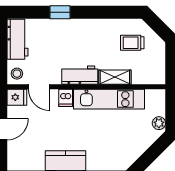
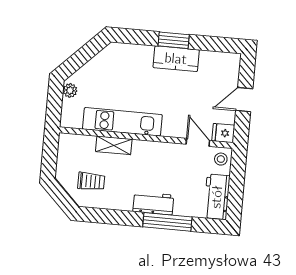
window: (60, 12) -> (167, 222), width x2.17
workbench: (80, 75) -> (153, 203), moved, turned 180
dishwasher: (66, 98) -> (170, 128), removed

